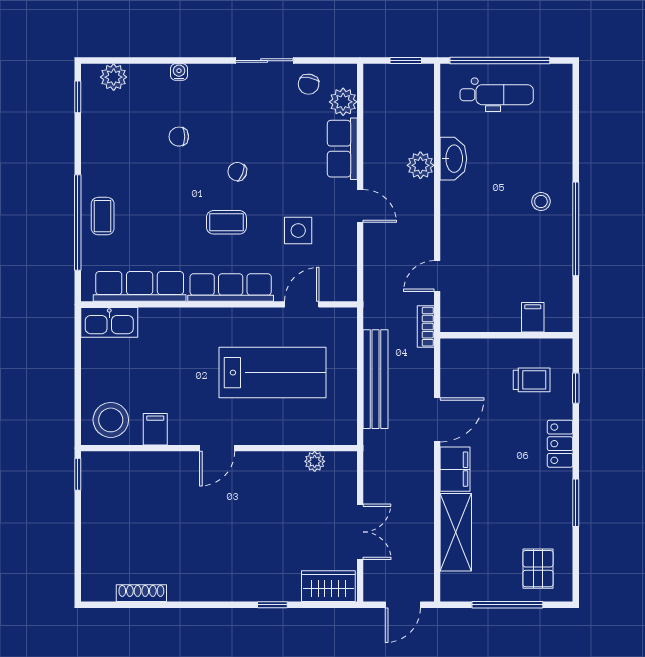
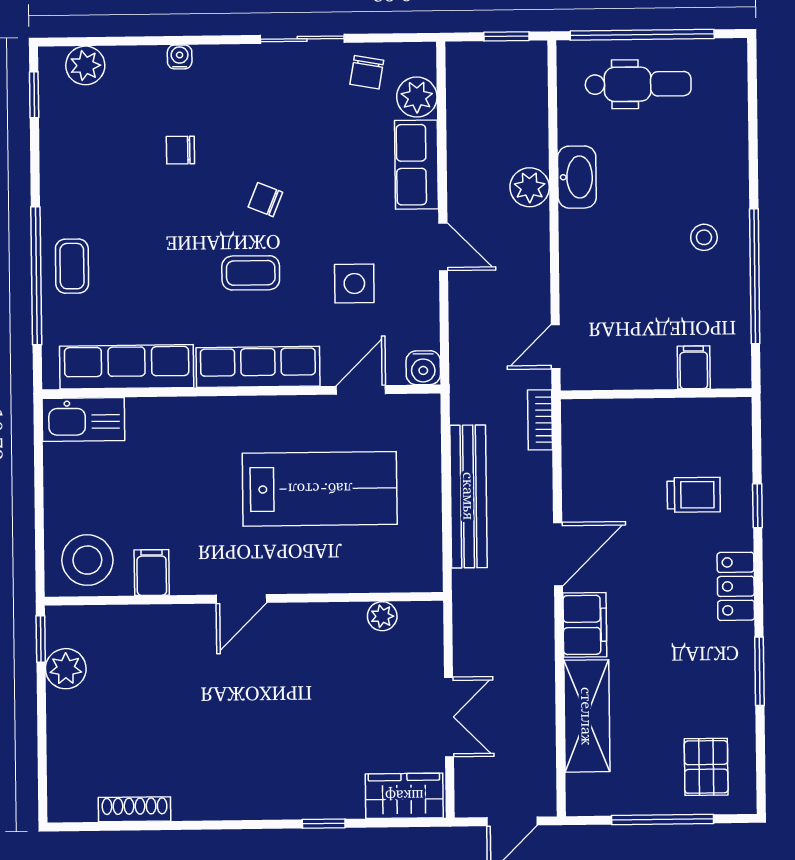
water cooler: (345, 290) -> (423, 368), added
filing cabinet: (533, 317) -> (694, 367), moved
wall: (506, 335) -> (656, 394), moved
plant: (95, 495) -> (66, 669), added

